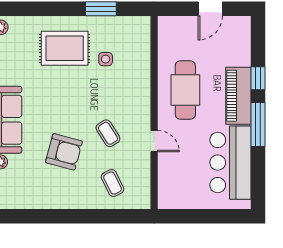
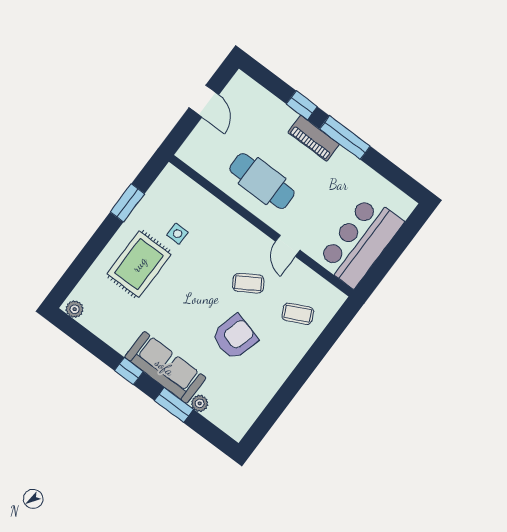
piano: (238, 96) -> (314, 138), width x0.73, depth x0.75
door: (154, 141) -> (288, 246), swing flipped
bar counter: (230, 163) -> (360, 241), moved, turned 90

